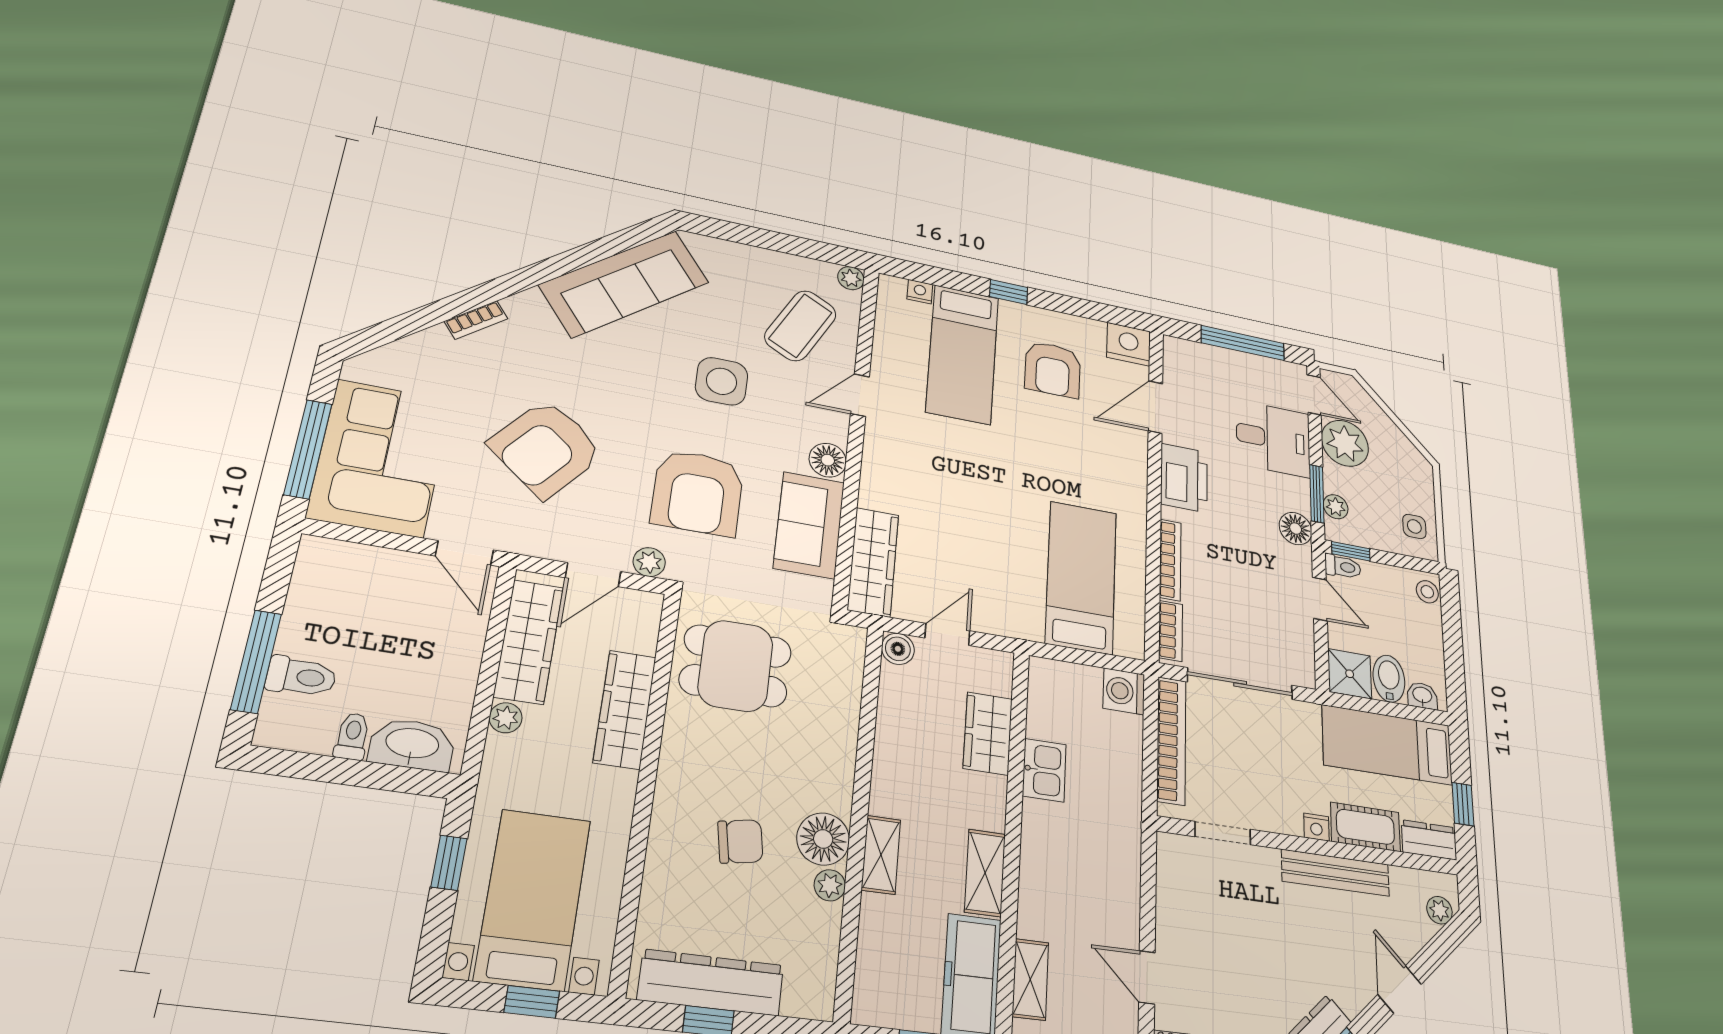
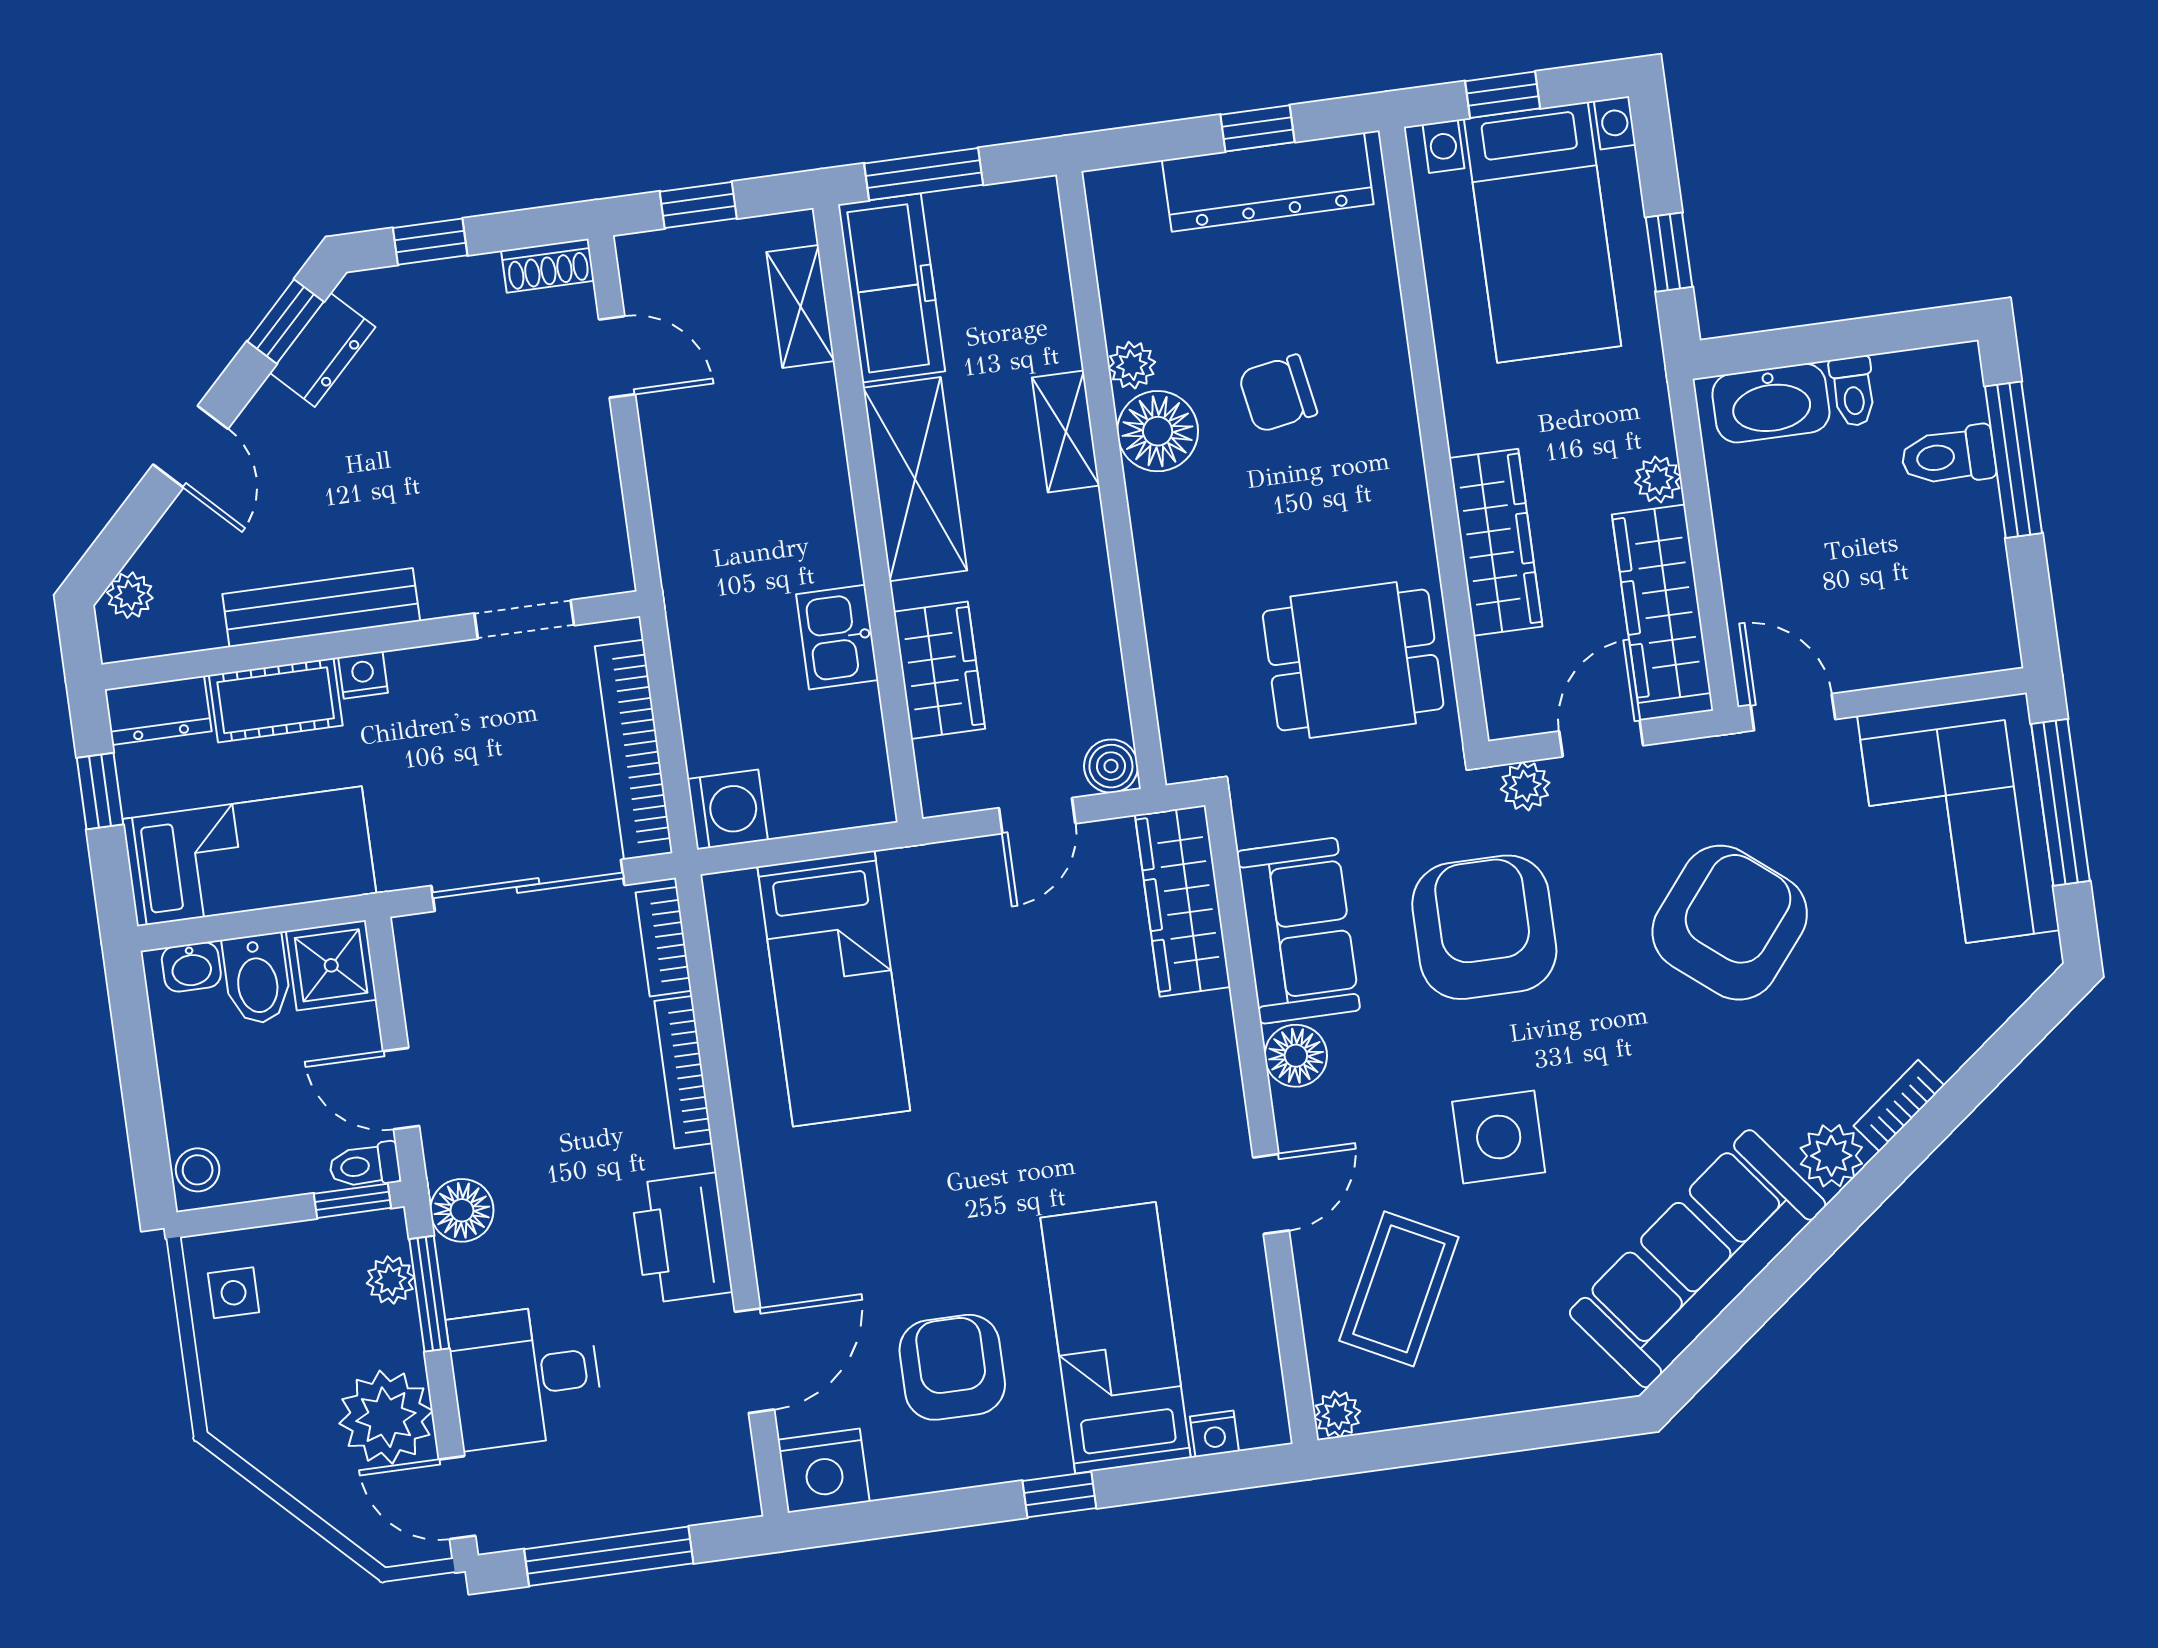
plant: (527, 308) -> (1831, 1156), added
shelving: (985, 873) -> (915, 479), width x1.50, depth x1.33

